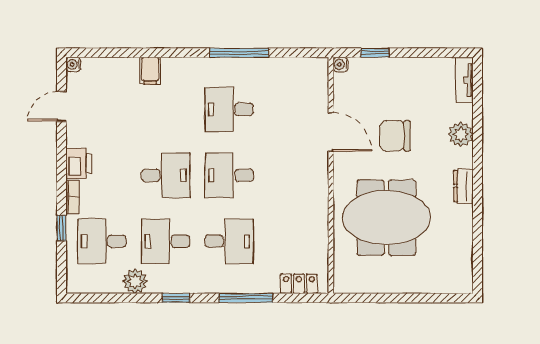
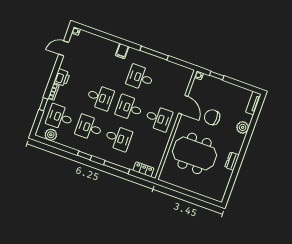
filing cabinet: (150, 71) -> (122, 51), moved
desk: (293, 175) -> (158, 118), added
dresser: (464, 186) -> (232, 161), moved
plant: (135, 281) -> (51, 135), moved

